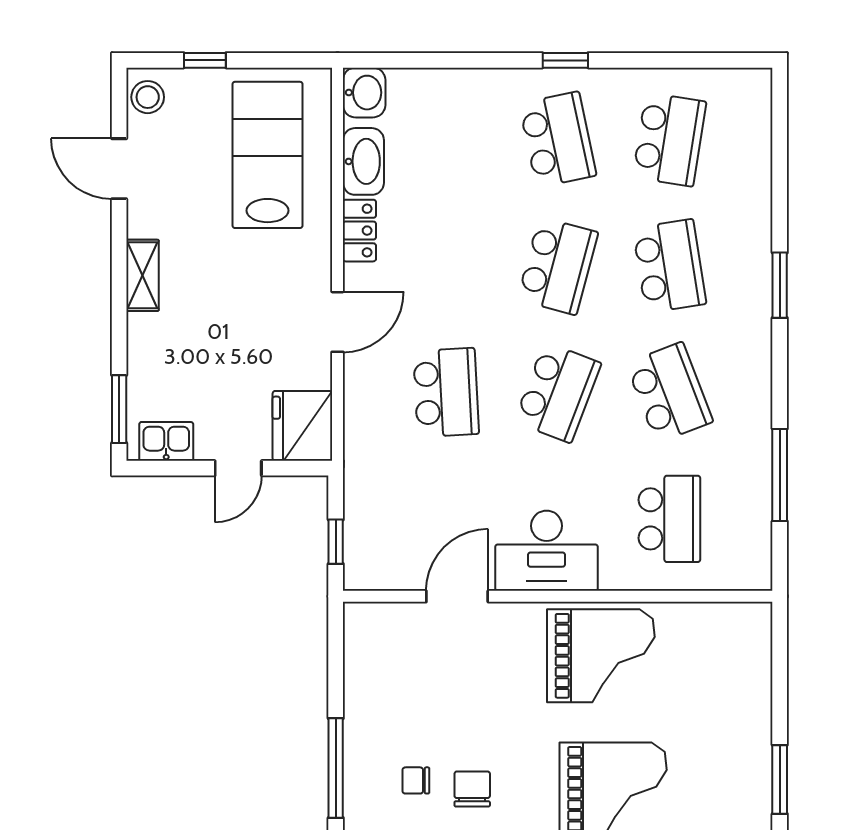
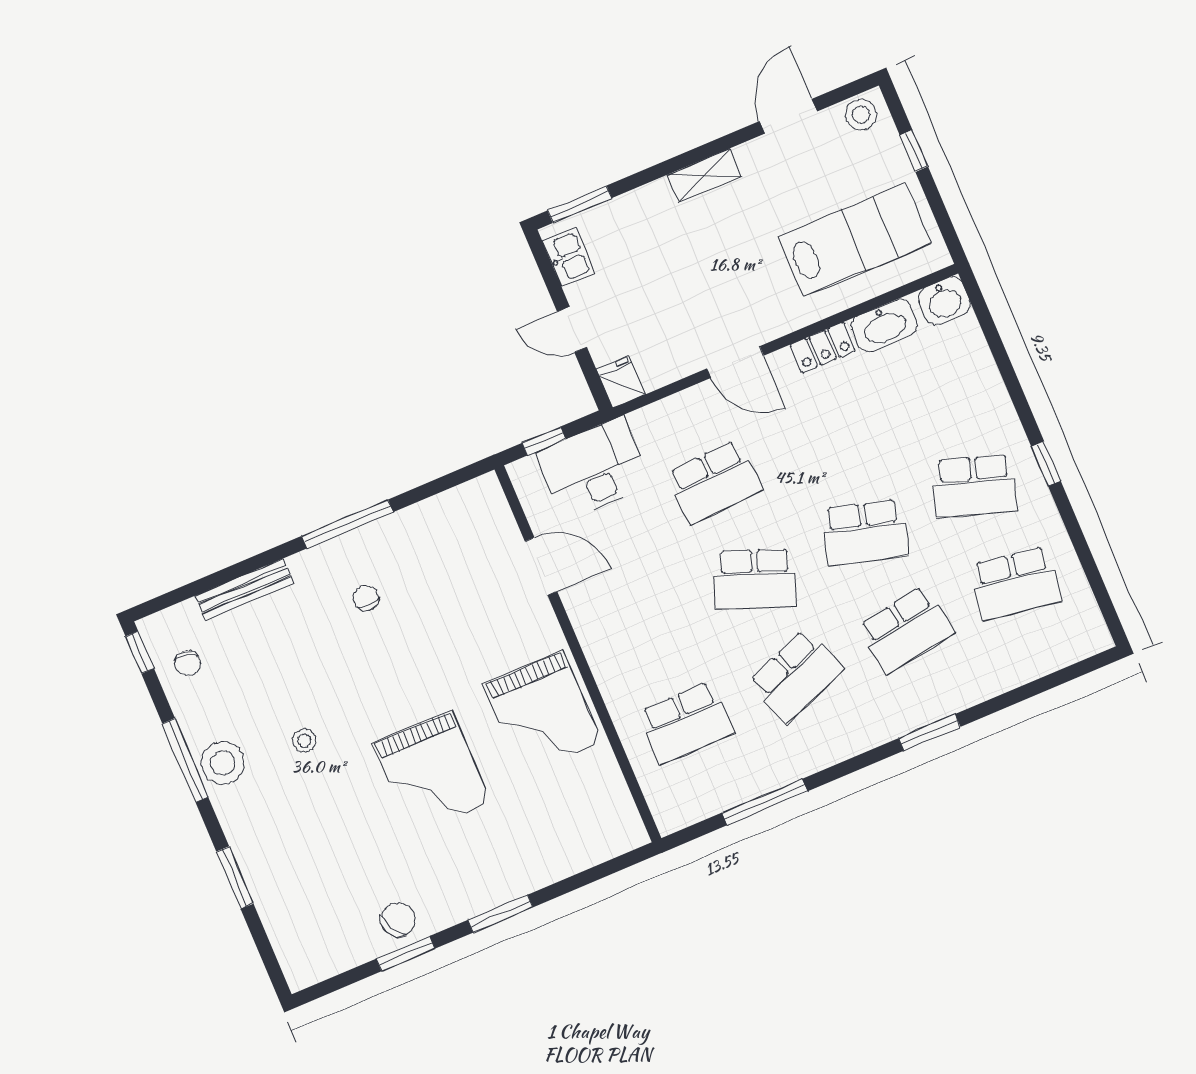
school desk: (558, 140) -> (974, 486), turned 30
fridge: (302, 426) -> (621, 382), width x0.53, depth x0.75
desk: (547, 551) -> (594, 468), moved, turned 90
chair: (472, 789) -> (379, 650), removed

